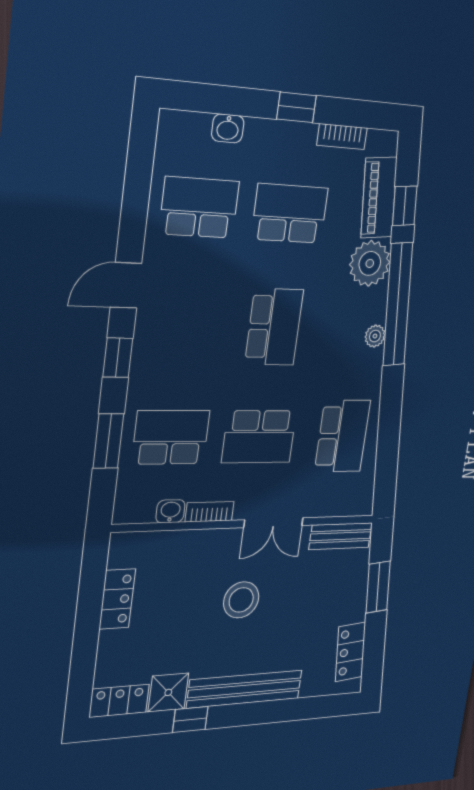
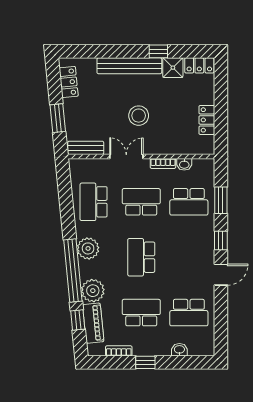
school desk: (290, 213) -> (141, 313), turned 180
plant: (375, 336) -> (88, 248), width x1.88, depth x1.88

